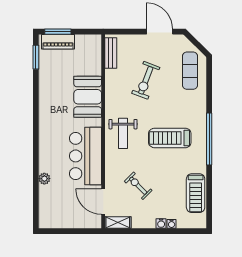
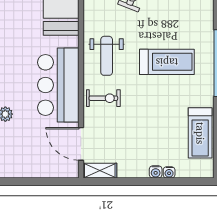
treadmill: (170, 138) -> (167, 62), turned 180
exercise bike: (138, 186) -> (103, 98), moved, turned 135

